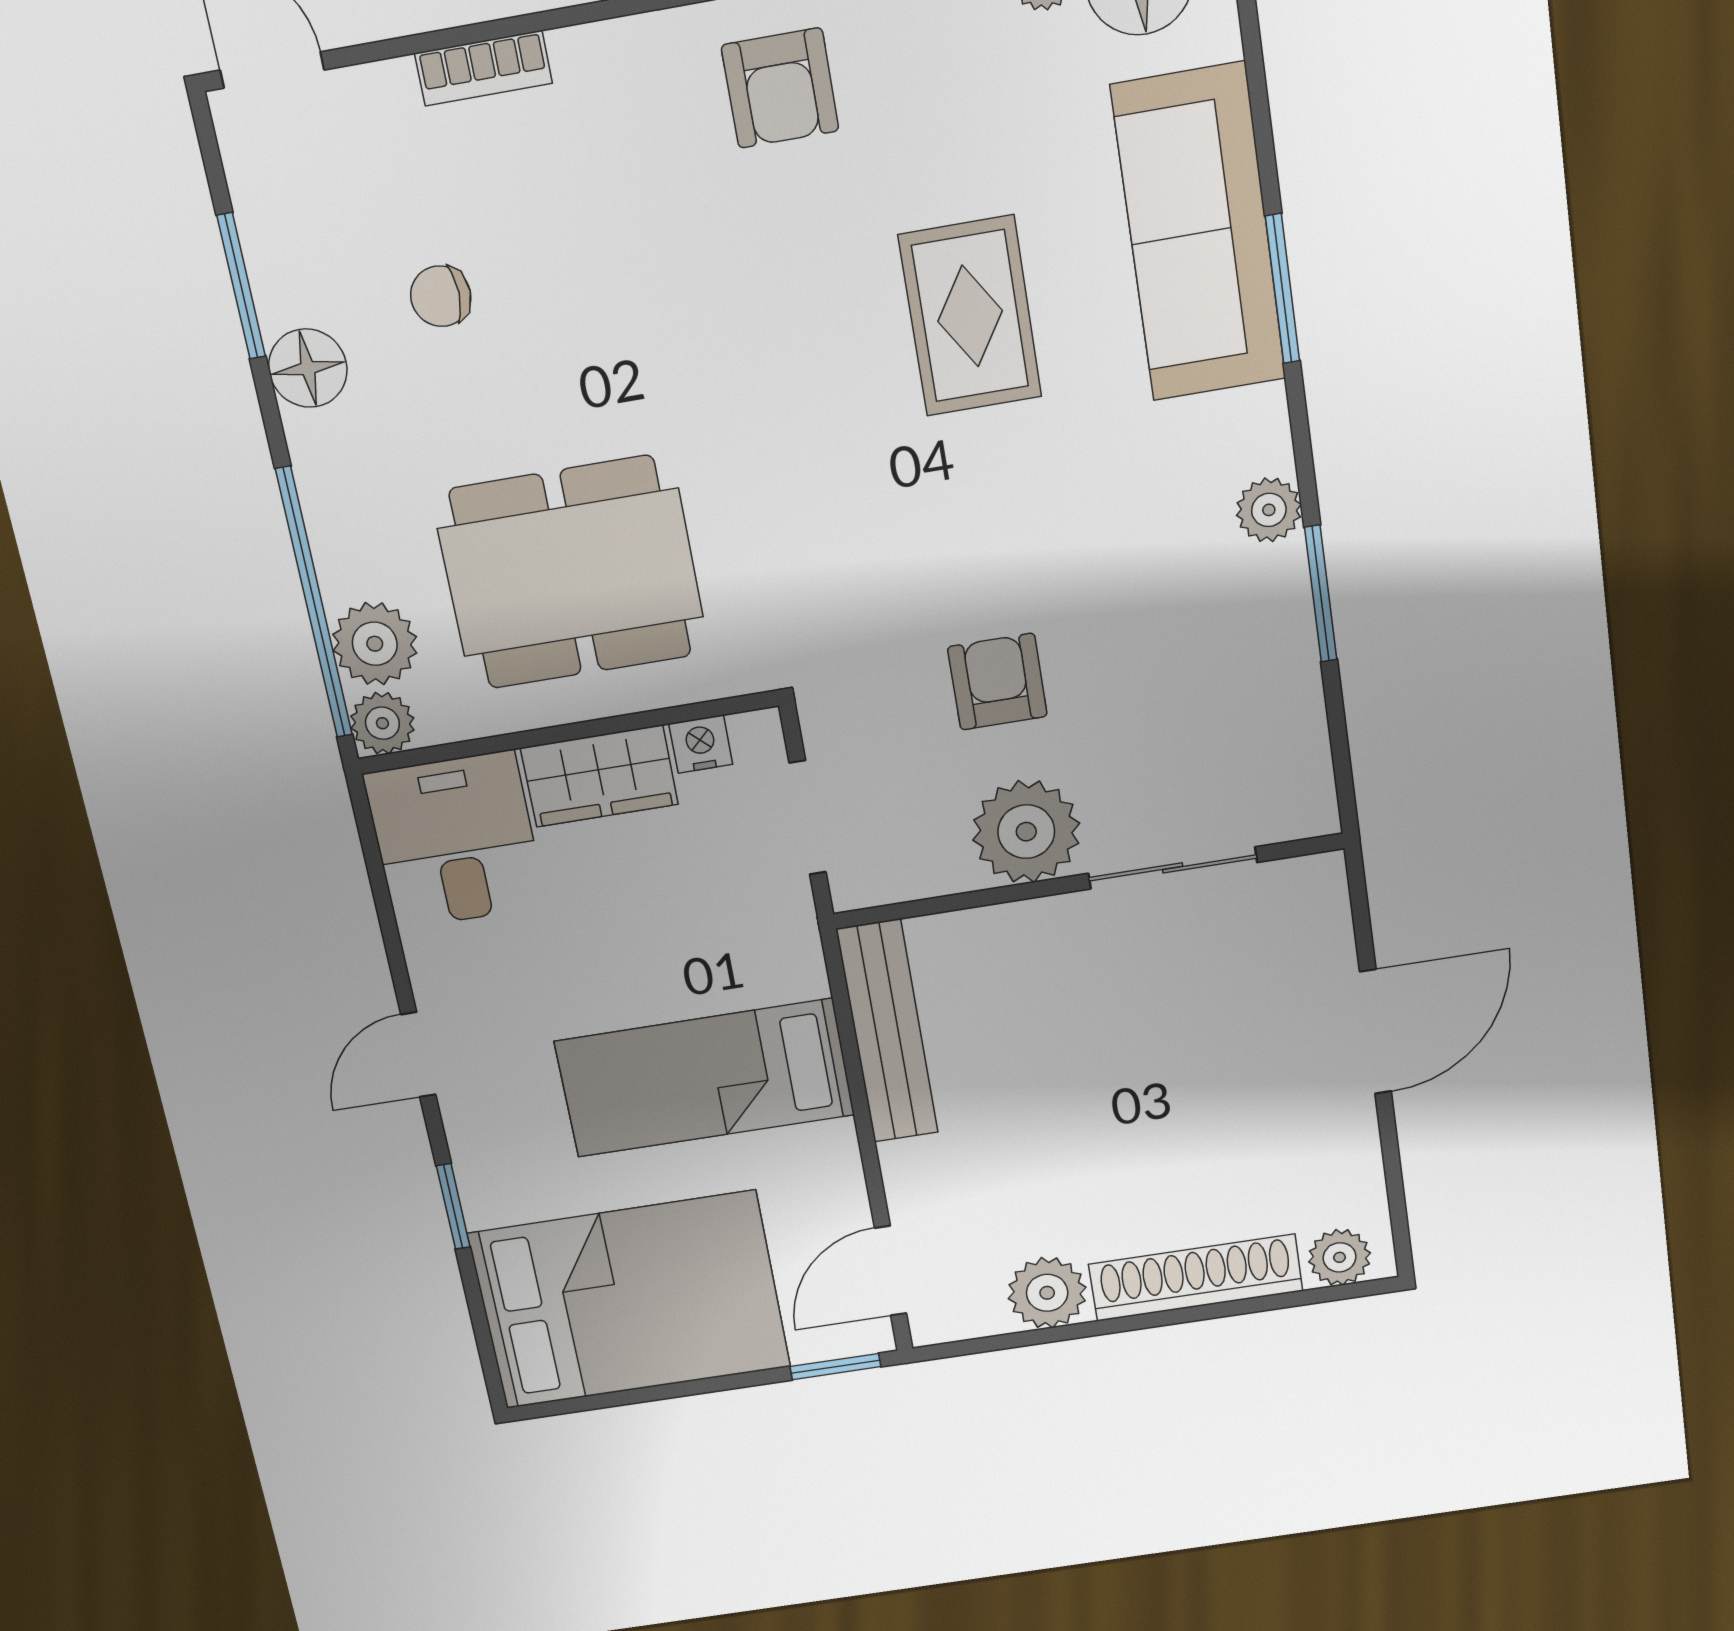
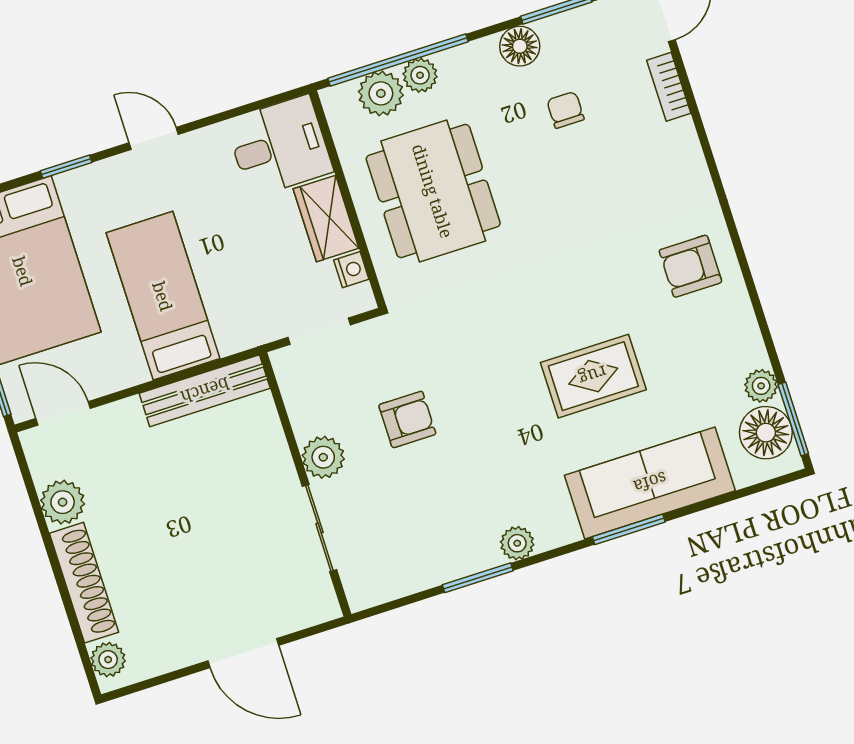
bookcase: (483, 68) -> (669, 87), moved
plant: (382, 723) -> (420, 75), moved
plant: (1026, 832) -> (323, 457), width x0.73, depth x0.73

